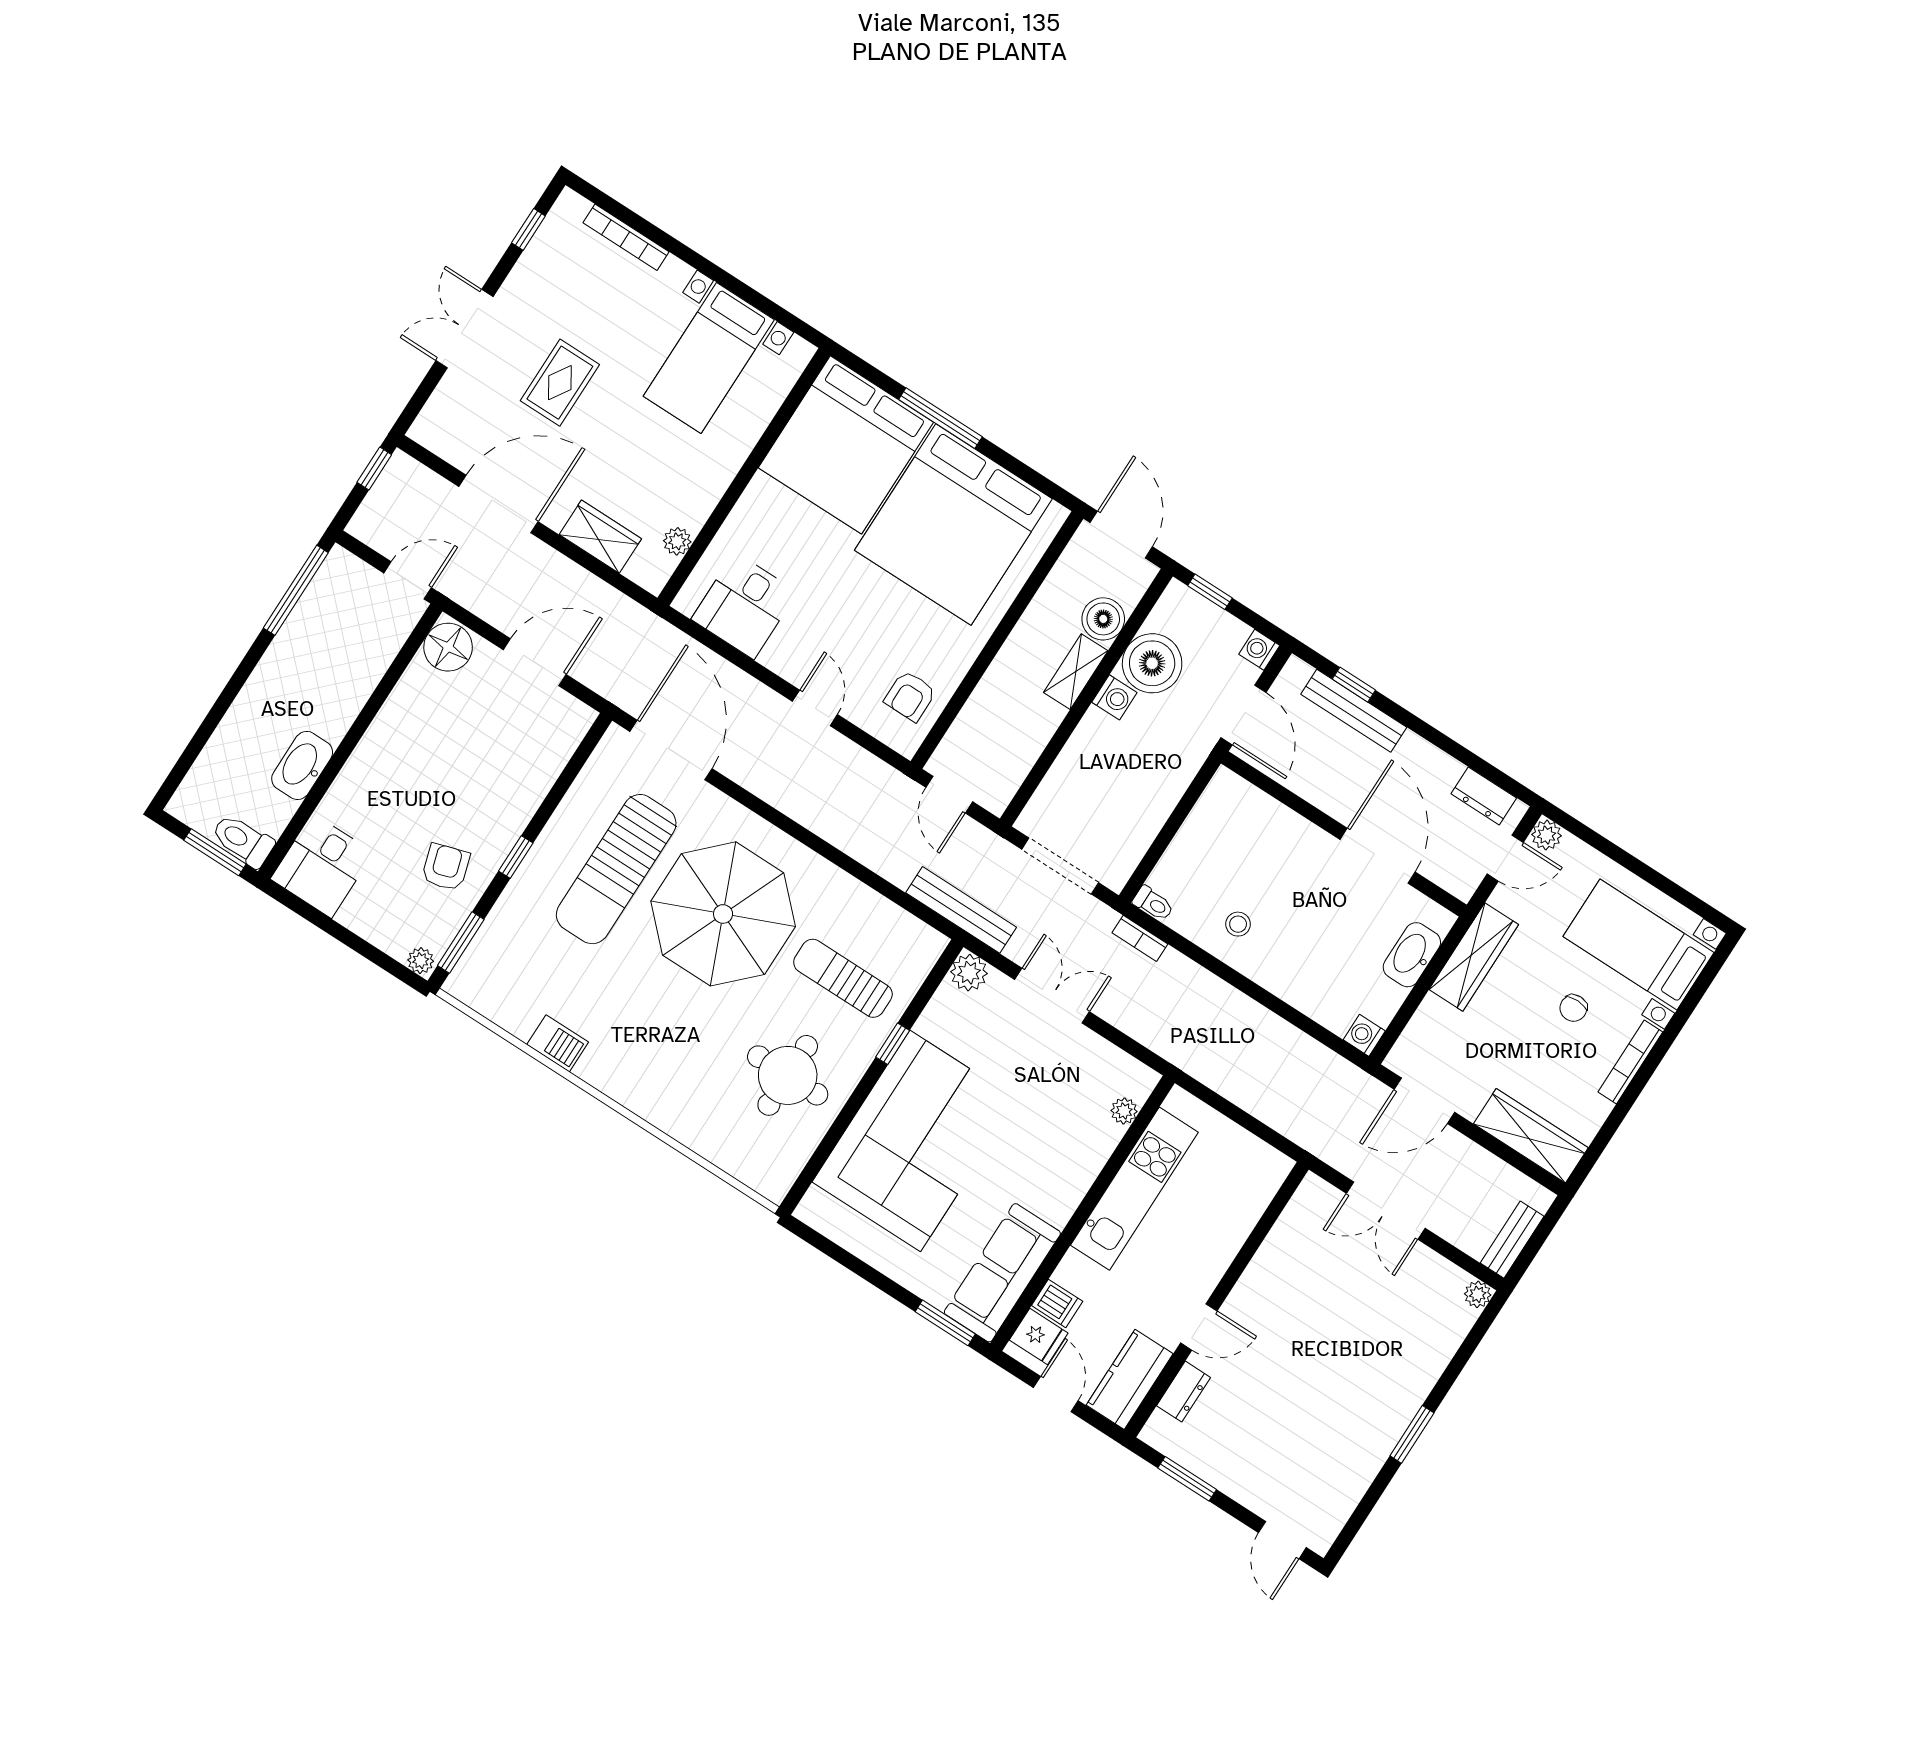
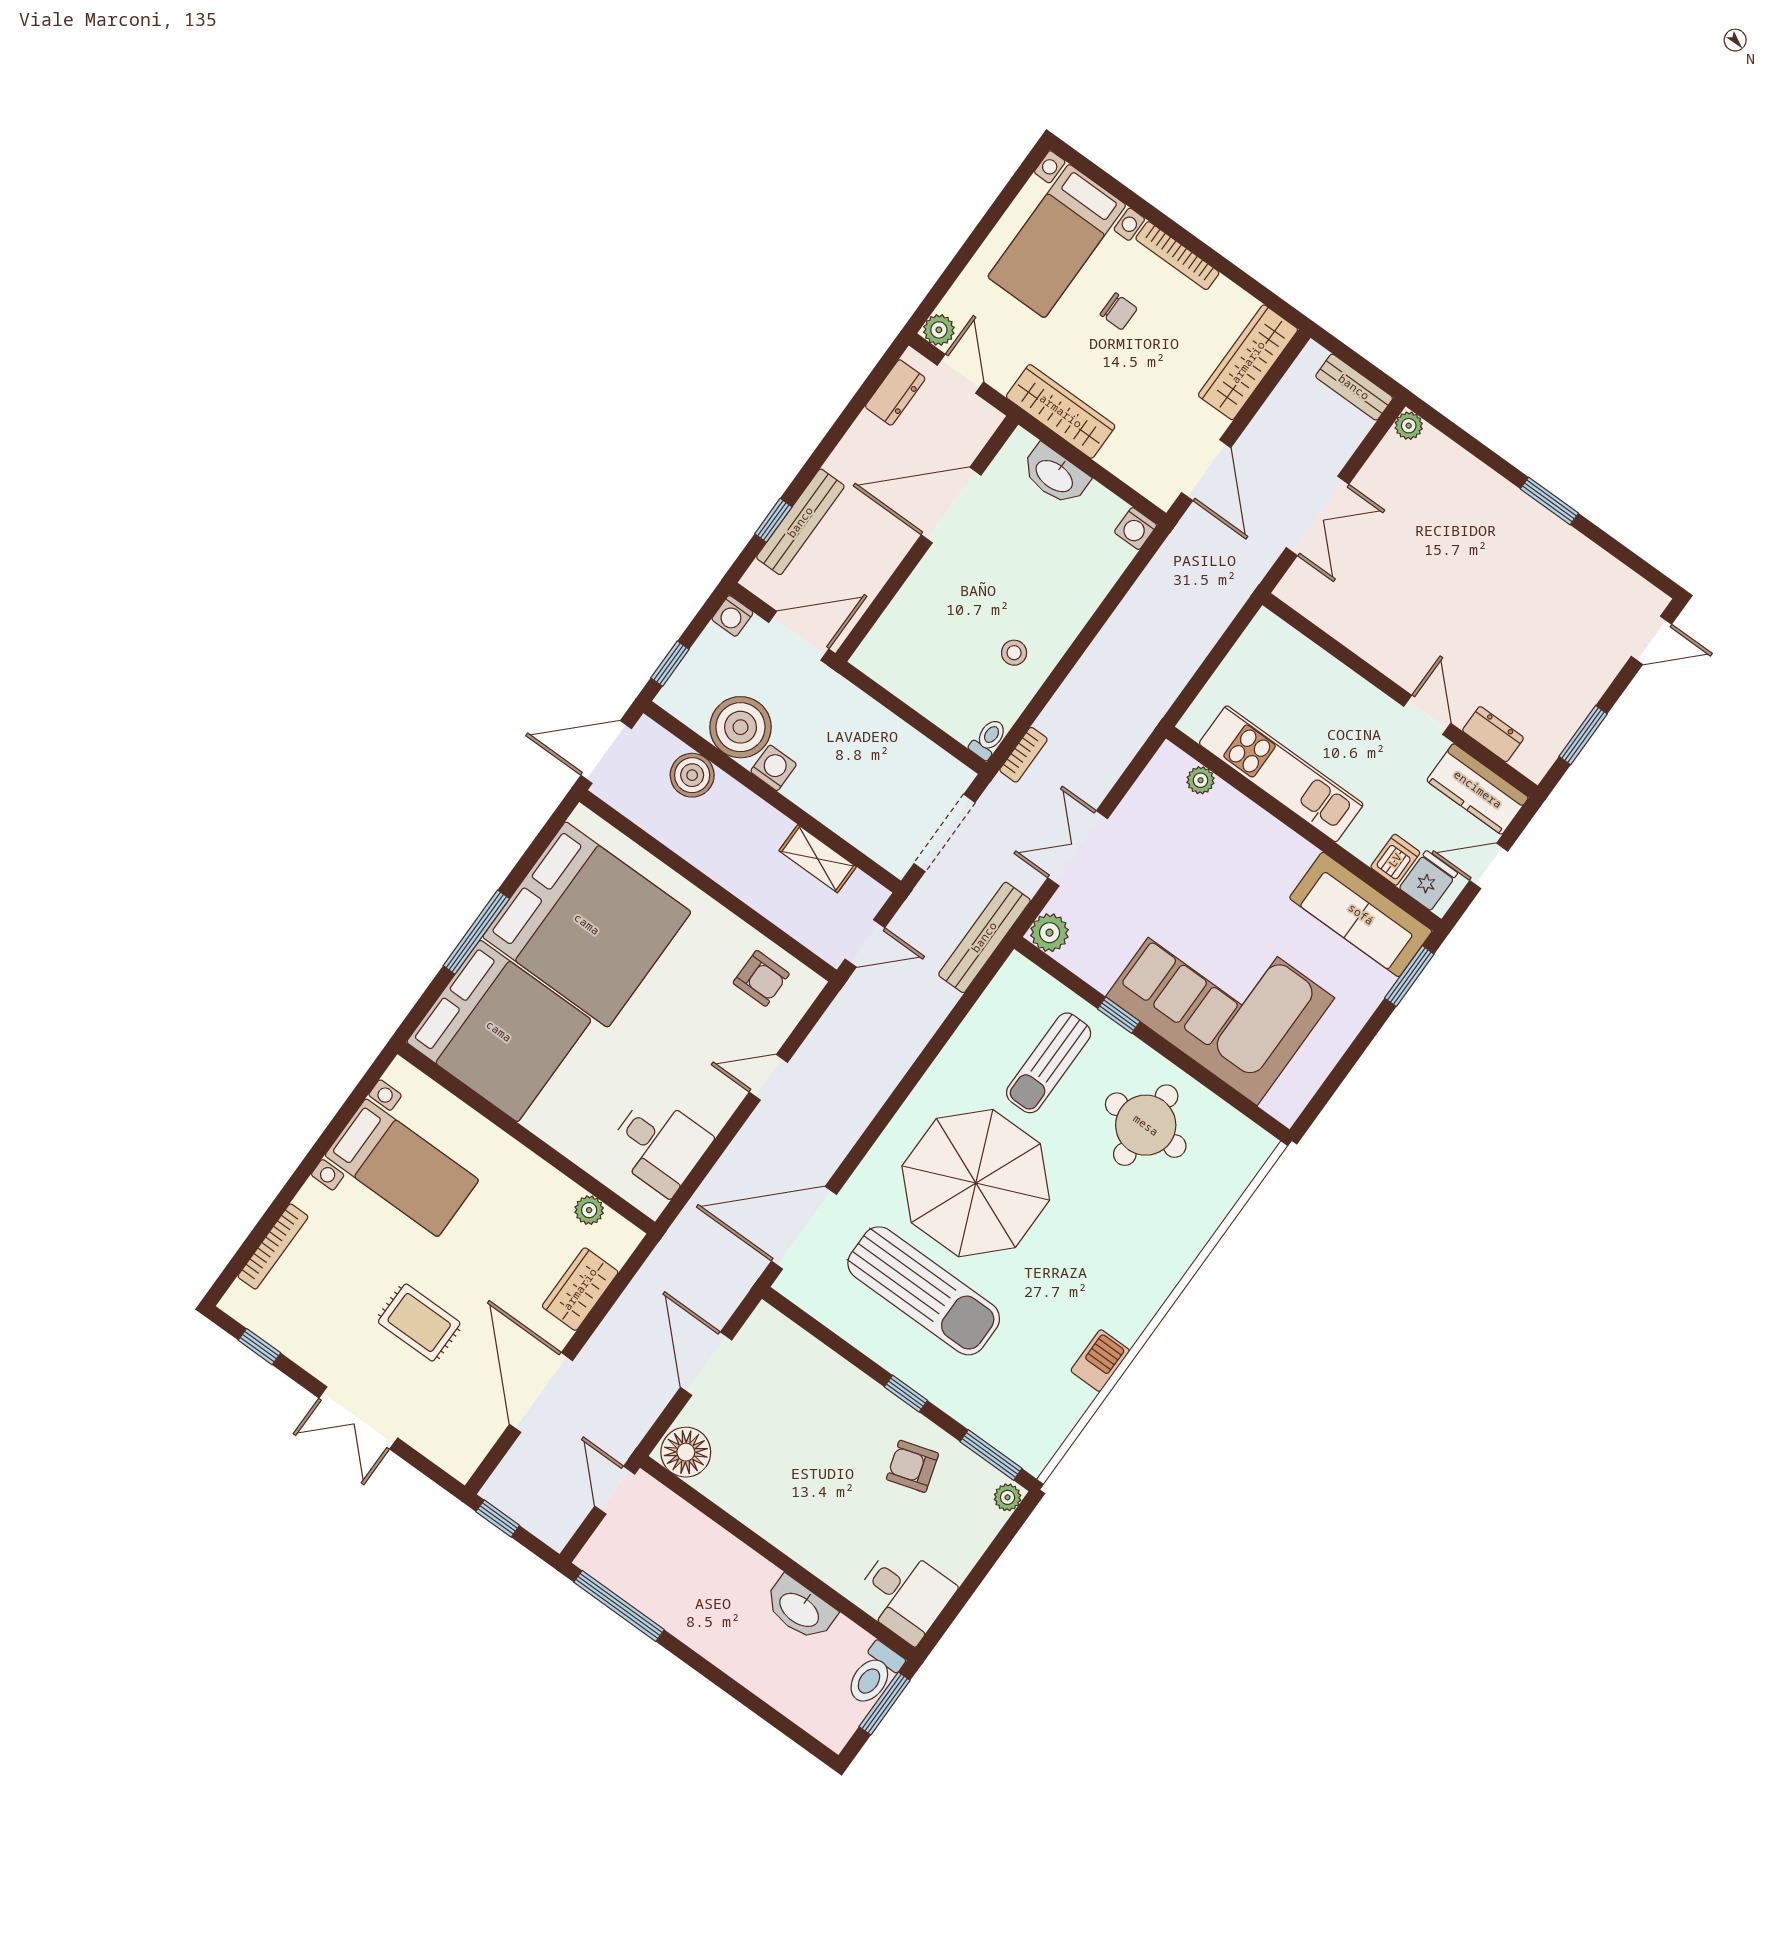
shelving: (1076, 672) -> (818, 859), moved

